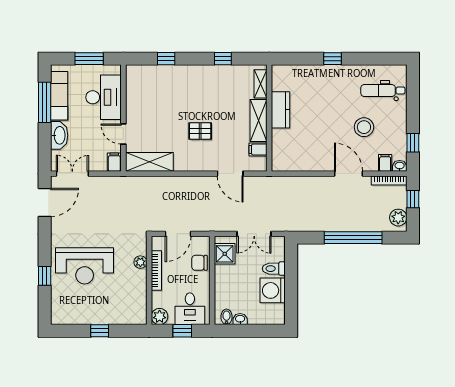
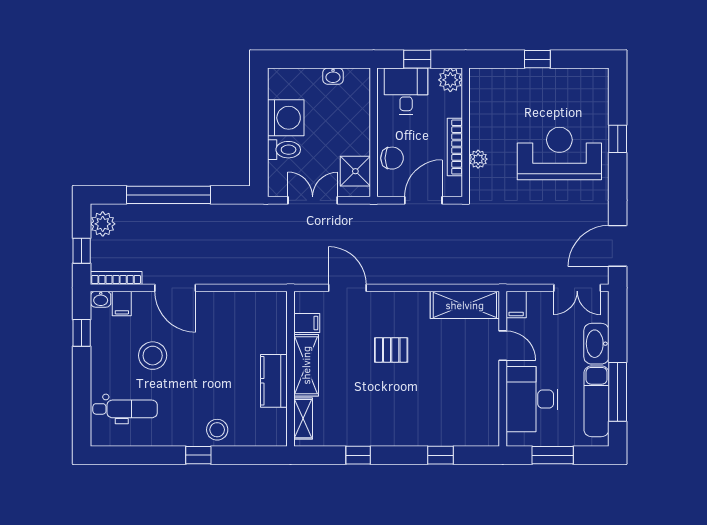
stool: (320, 76) -> (217, 430), added
bidet: (226, 317) -> (353, 79), removed

